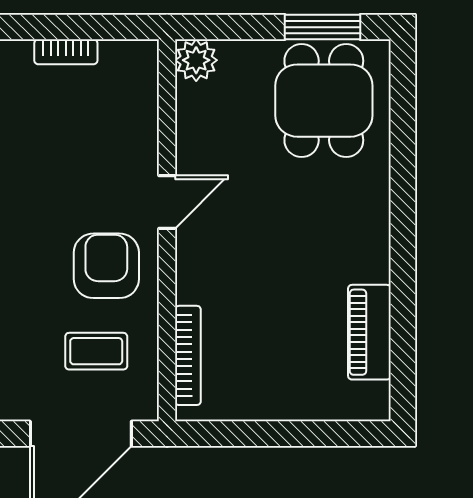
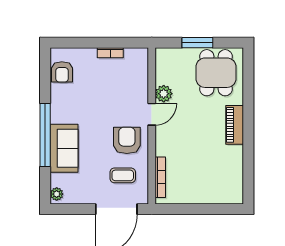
window: (322, 27) -> (197, 43), moved
plant: (196, 60) -> (164, 94), moved
piano: (369, 332) -> (235, 125), moved

